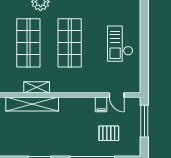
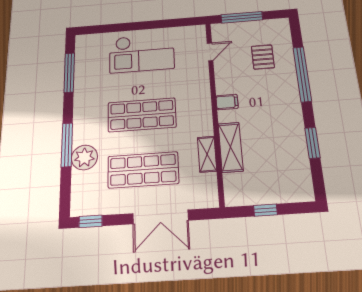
checkout: (120, 44) -> (142, 53), width x1.36, depth x1.21
shelving: (32, 104) -> (231, 147), width x0.68
filing cabinet: (101, 104) -> (227, 102), moved

